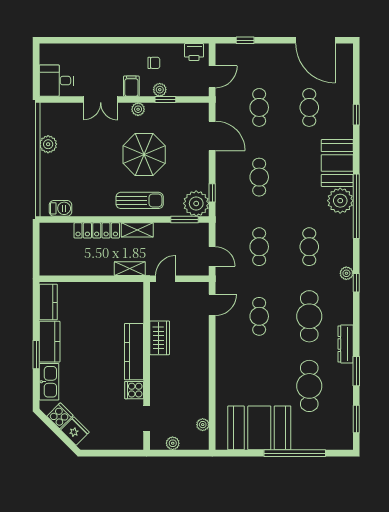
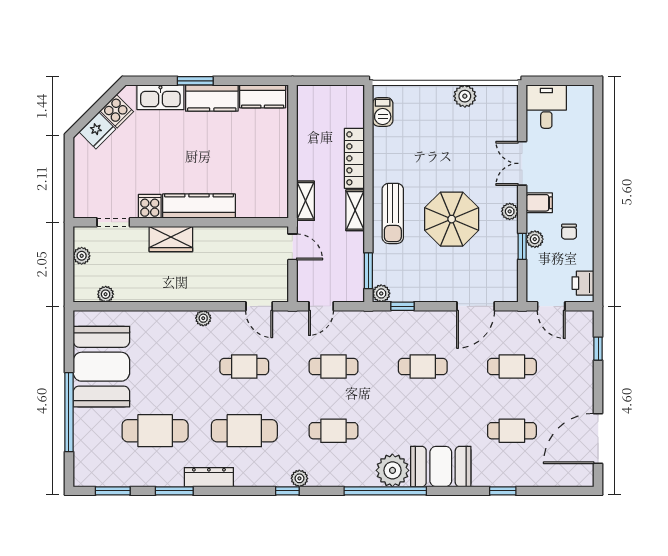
plant: (196, 203) -> (381, 293), width x0.53, depth x0.53
wardrobe: (160, 338) -> (171, 239), moved
plant: (221, 348) -> (203, 318), added

